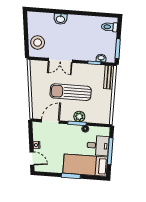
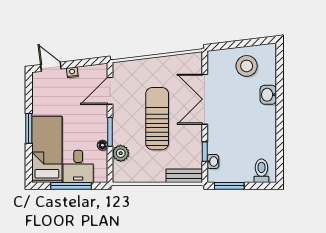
stool: (38, 43) -> (247, 66), moved
double door: (60, 60) -> (205, 99), width x1.37
plant: (79, 117) -> (121, 153), moved
door: (50, 121) -> (110, 91), swing flipped
door: (32, 159) -> (51, 67), swing flipped

